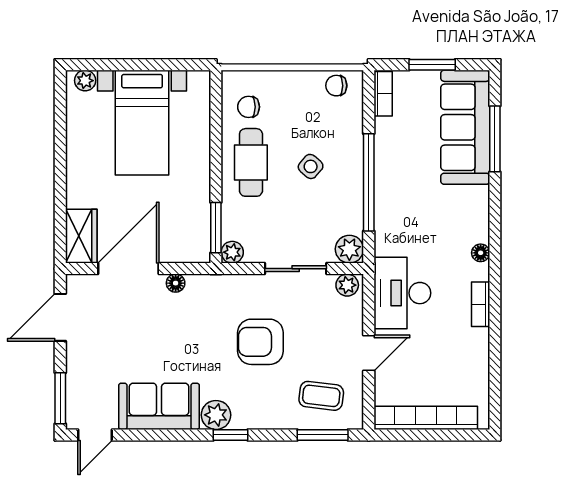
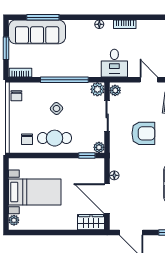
window: (216, 228) -> (87, 155), width x0.67
desk: (402, 293) -> (114, 63), width x0.73
armchair: (260, 342) -> (143, 133), turned -90

